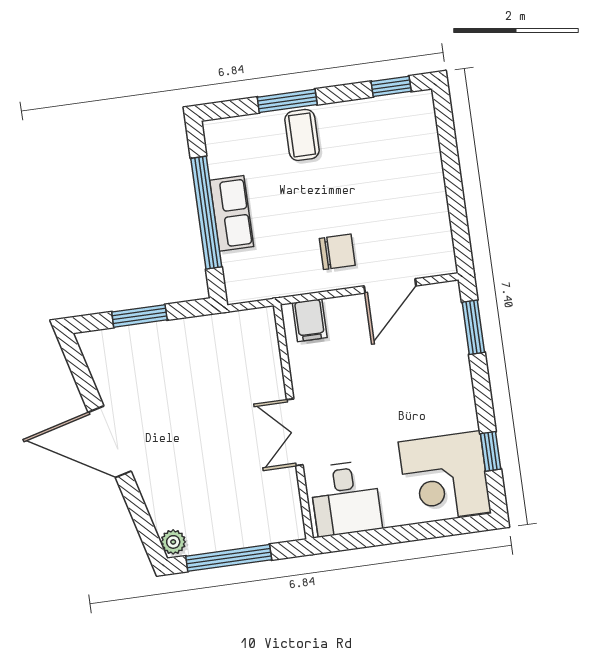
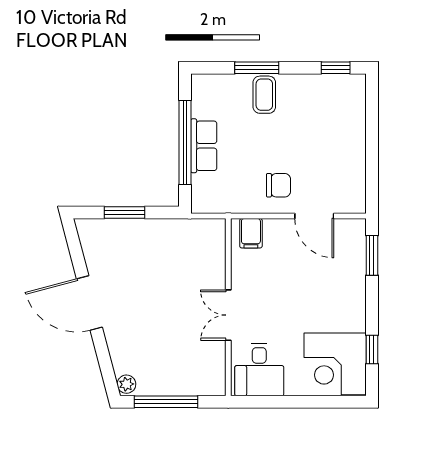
door: (390, 286) -> (314, 216), hinge flipped

